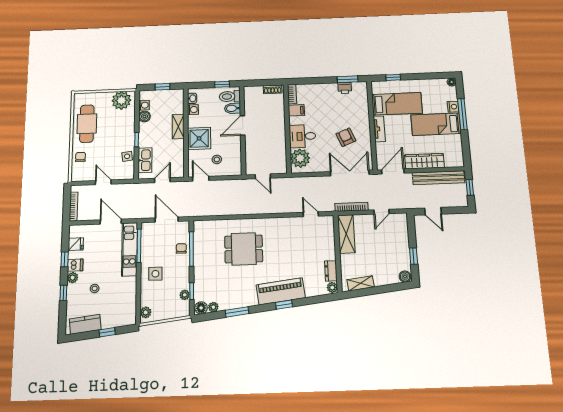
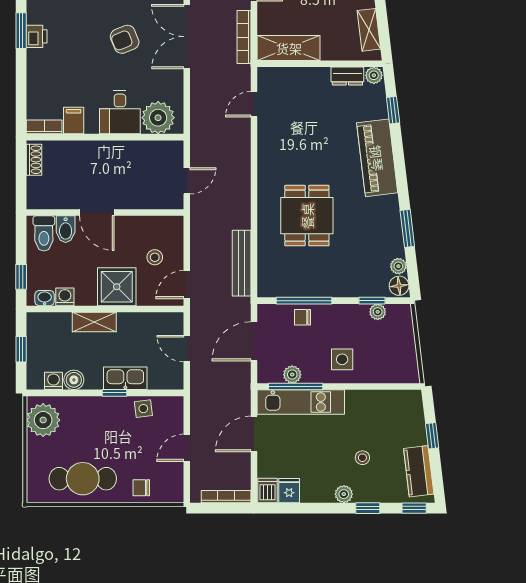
window: (222, 84) -> (21, 277), moved
kitchen sink: (145, 160) -> (125, 378), moved
bench: (214, 210) -> (242, 263), added
window: (65, 259) -> (414, 508), moved
dishwasher: (75, 265) -> (268, 490), moved
window: (284, 305) -> (393, 110), moved
plant: (146, 312) -> (292, 375), moved

